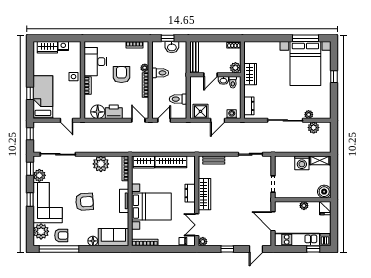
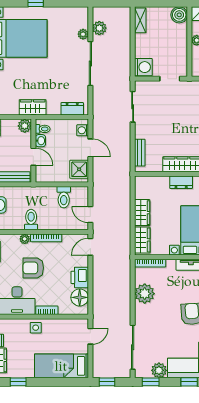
window: (30, 93) -> (18, 382), moved
wardrobe: (171, 162) -> (142, 213), width x0.67
washing machine: (302, 163) -> (143, 67), moved

